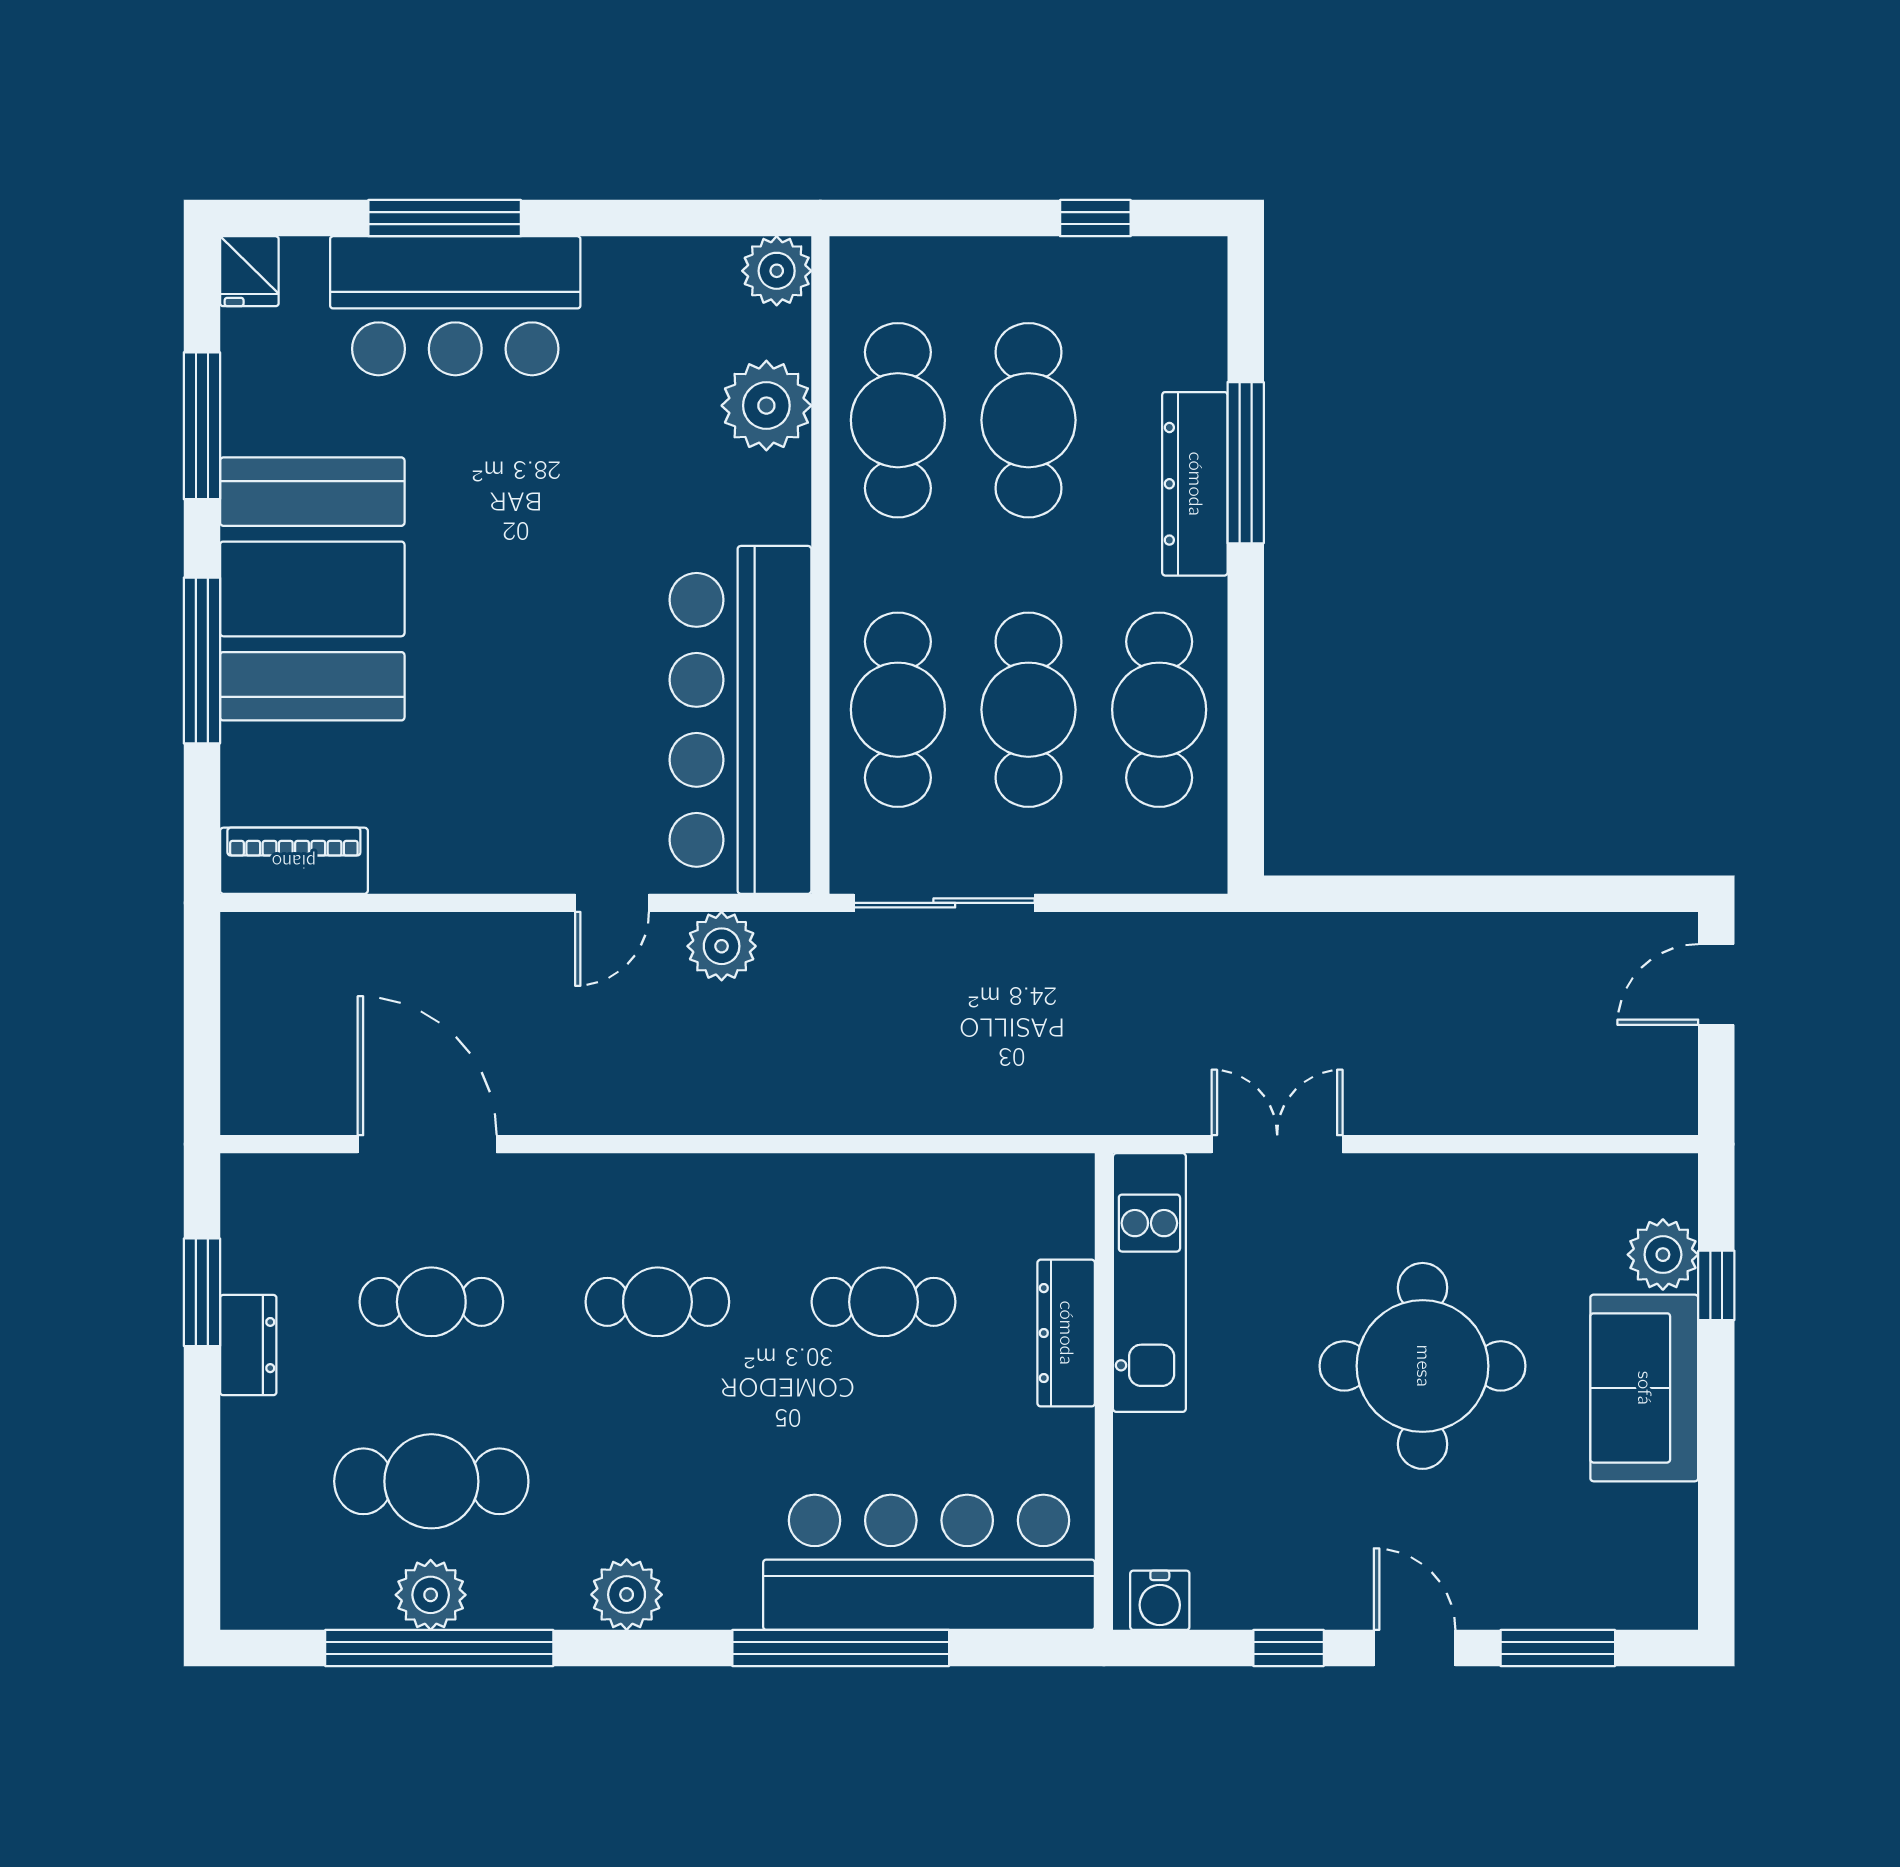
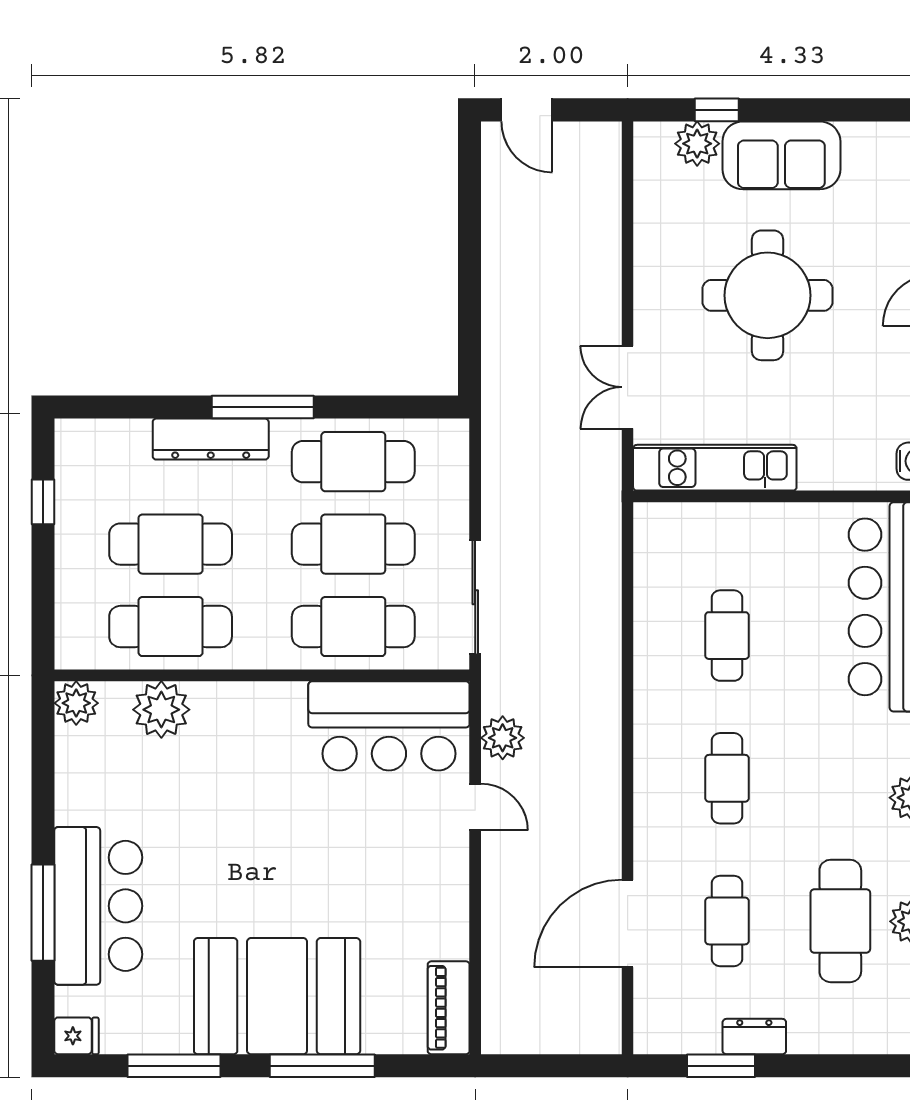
window: (1246, 463) -> (263, 407), moved
bar counter: (740, 720) -> (389, 726), width x0.73
dresser: (1066, 1333) -> (747, 520), removed

